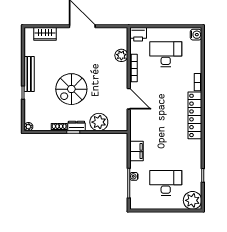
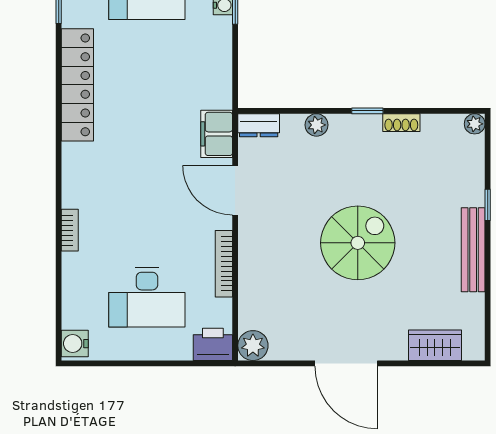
plant: (121, 55) -> (253, 346), moved
spiral stairs: (71, 89) -> (358, 243), moved
locker: (195, 115) -> (77, 85), moved
plant: (99, 122) -> (316, 125), width x0.53, depth x0.53
dresser: (76, 126) -> (259, 125), moved
filing cabinet: (136, 151) -> (217, 134), moved

